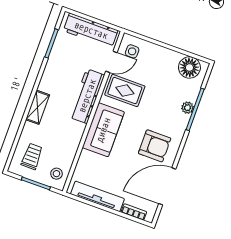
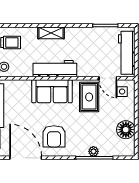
floor lamp: (189, 67) -> (126, 130), moved
workbench: (87, 96) -> (55, 69), moved

